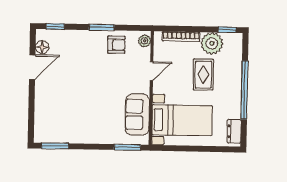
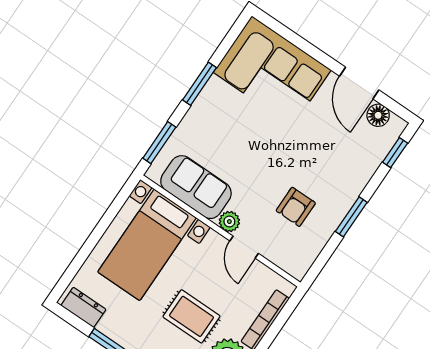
plant: (145, 41) -> (229, 222), moved
armchair: (116, 45) -> (296, 207), moved
corner sofa: (55, 114) -> (272, 71), added
window: (55, 146) -> (200, 84), moved

